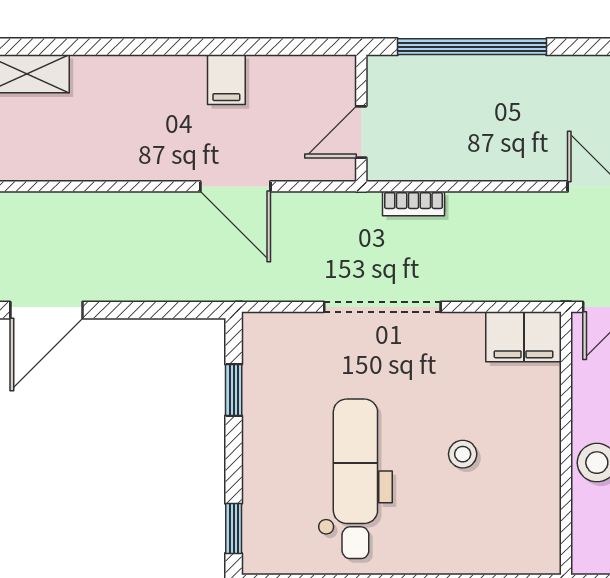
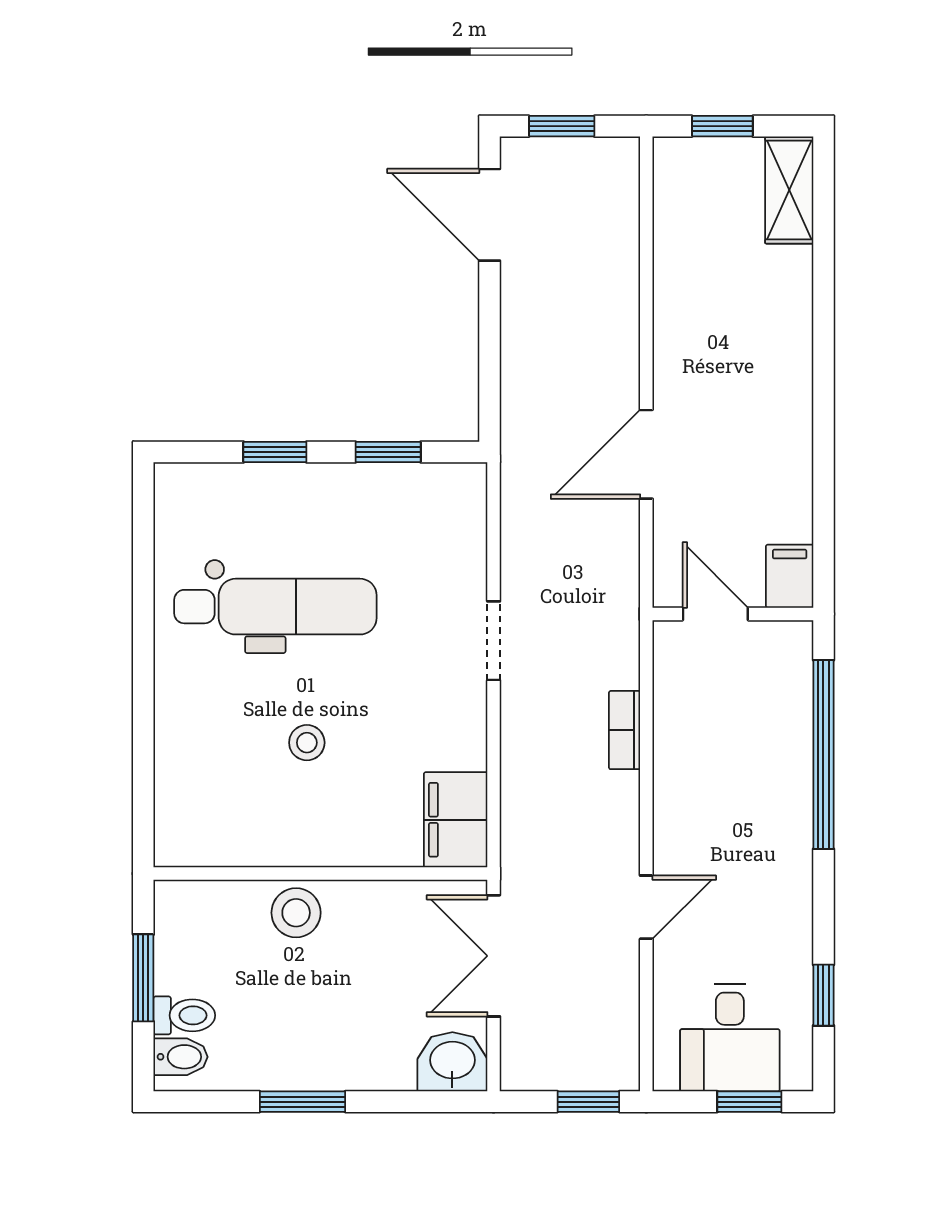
filing cabinet: (226, 80) -> (790, 576), moved, turned 90
bookcase: (413, 204) -> (625, 730), moved
doorway: (382, 307) -> (494, 641), width x0.53
window: (234, 528) -> (275, 452), moved

